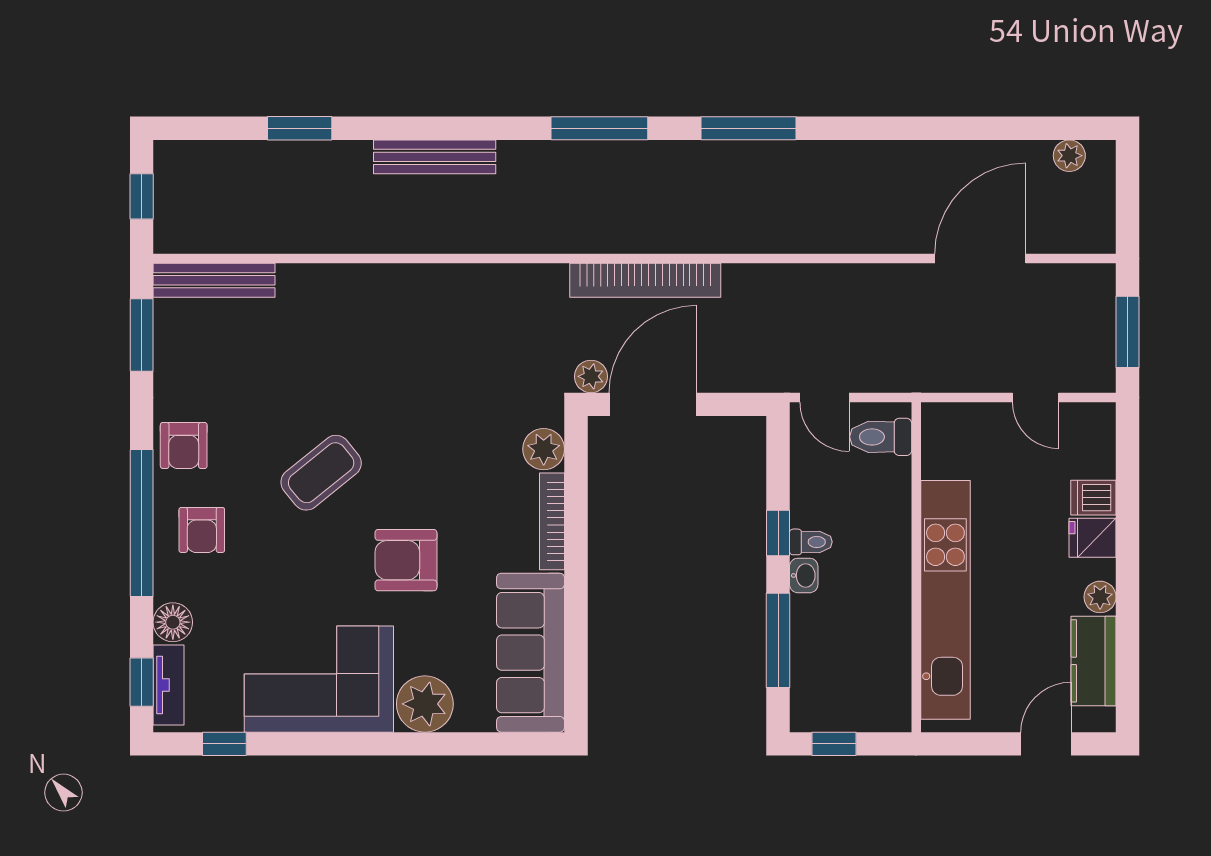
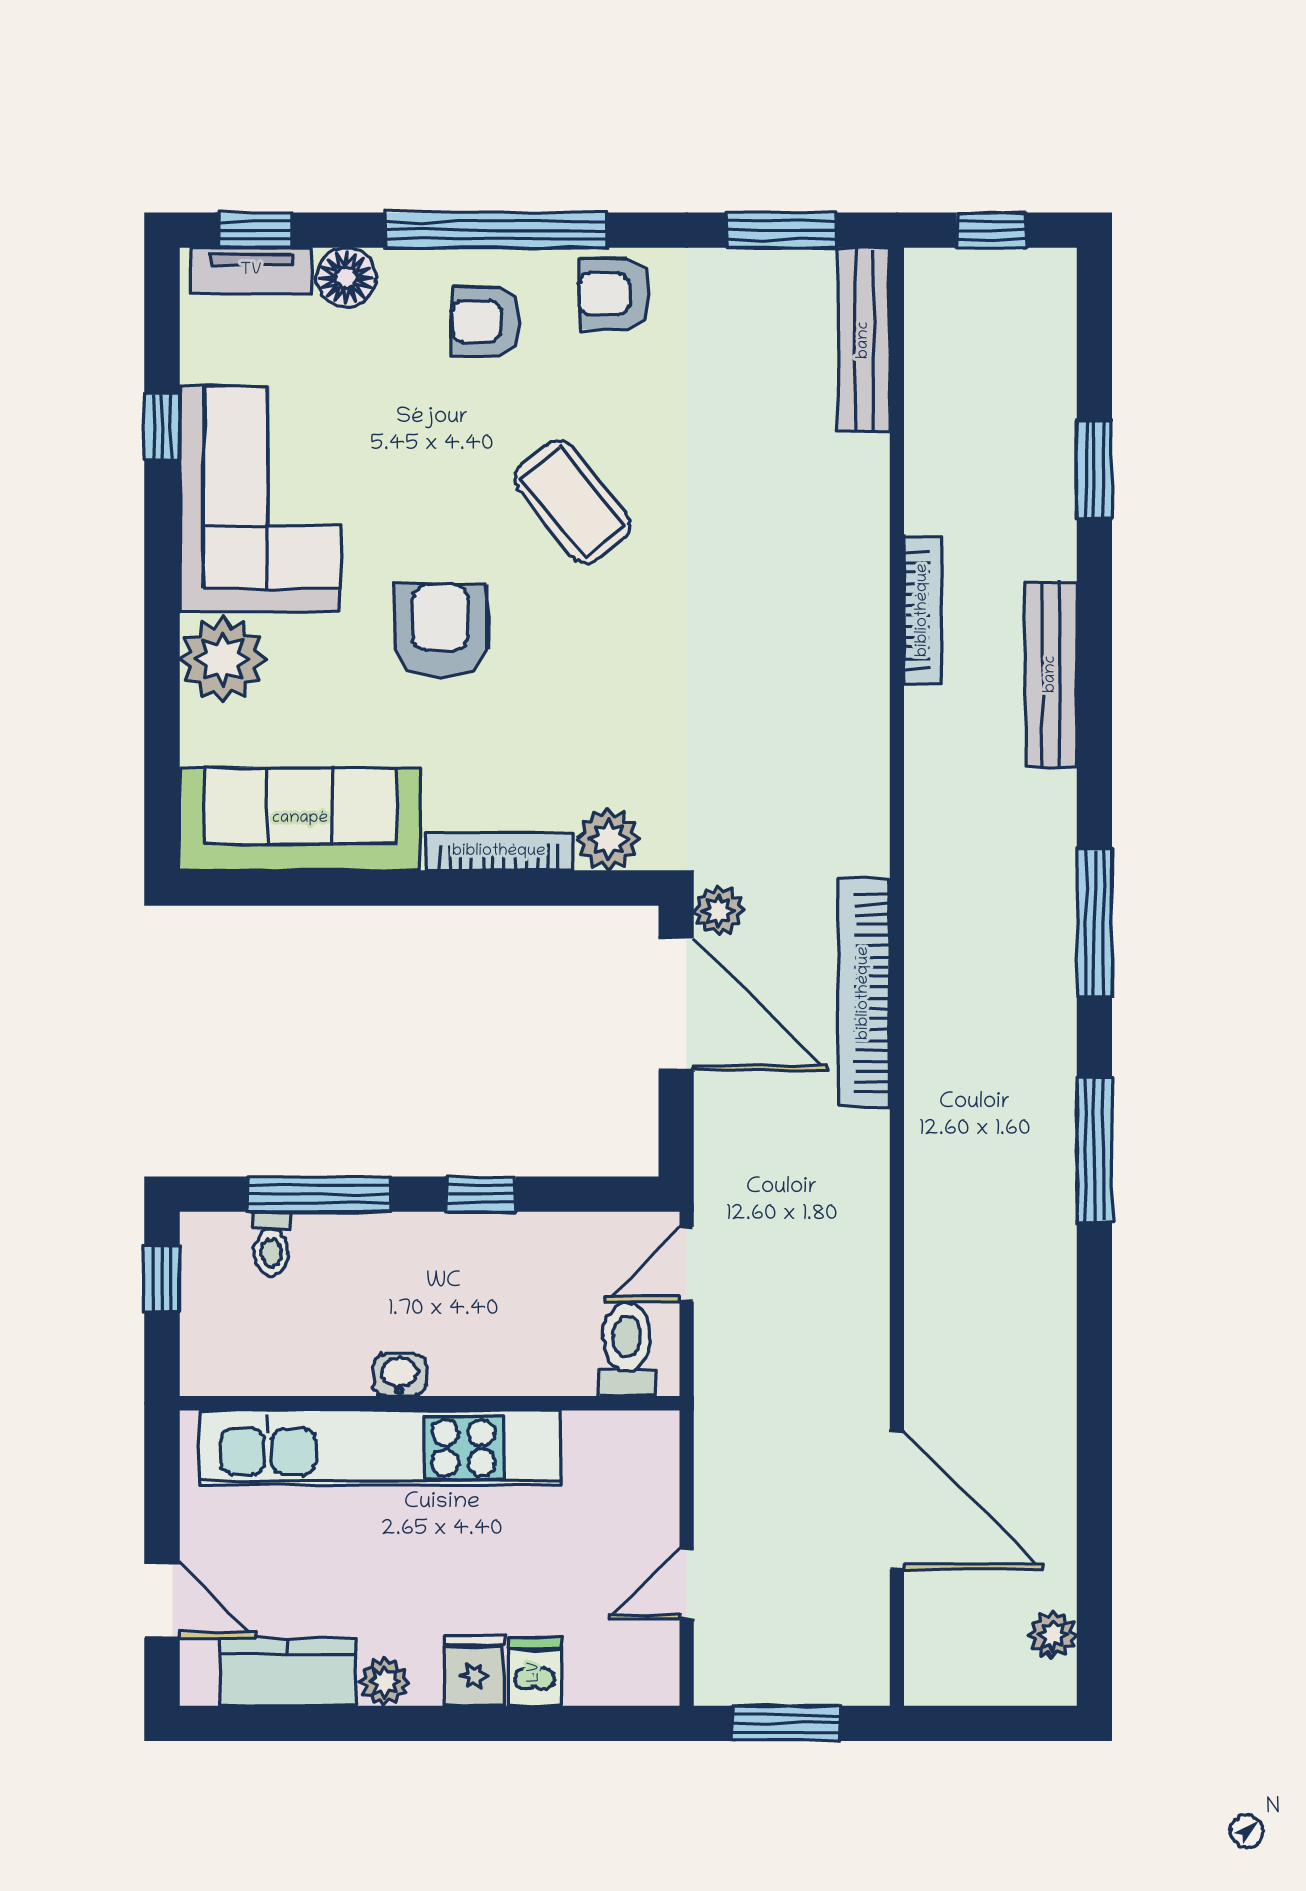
bookcase: (392, 242) -> (923, 610), added
toilet: (811, 542) -> (271, 1244), moved
washbasin: (804, 575) -> (399, 1375), moved, turned 180
window: (224, 744) -> (162, 427), moved

